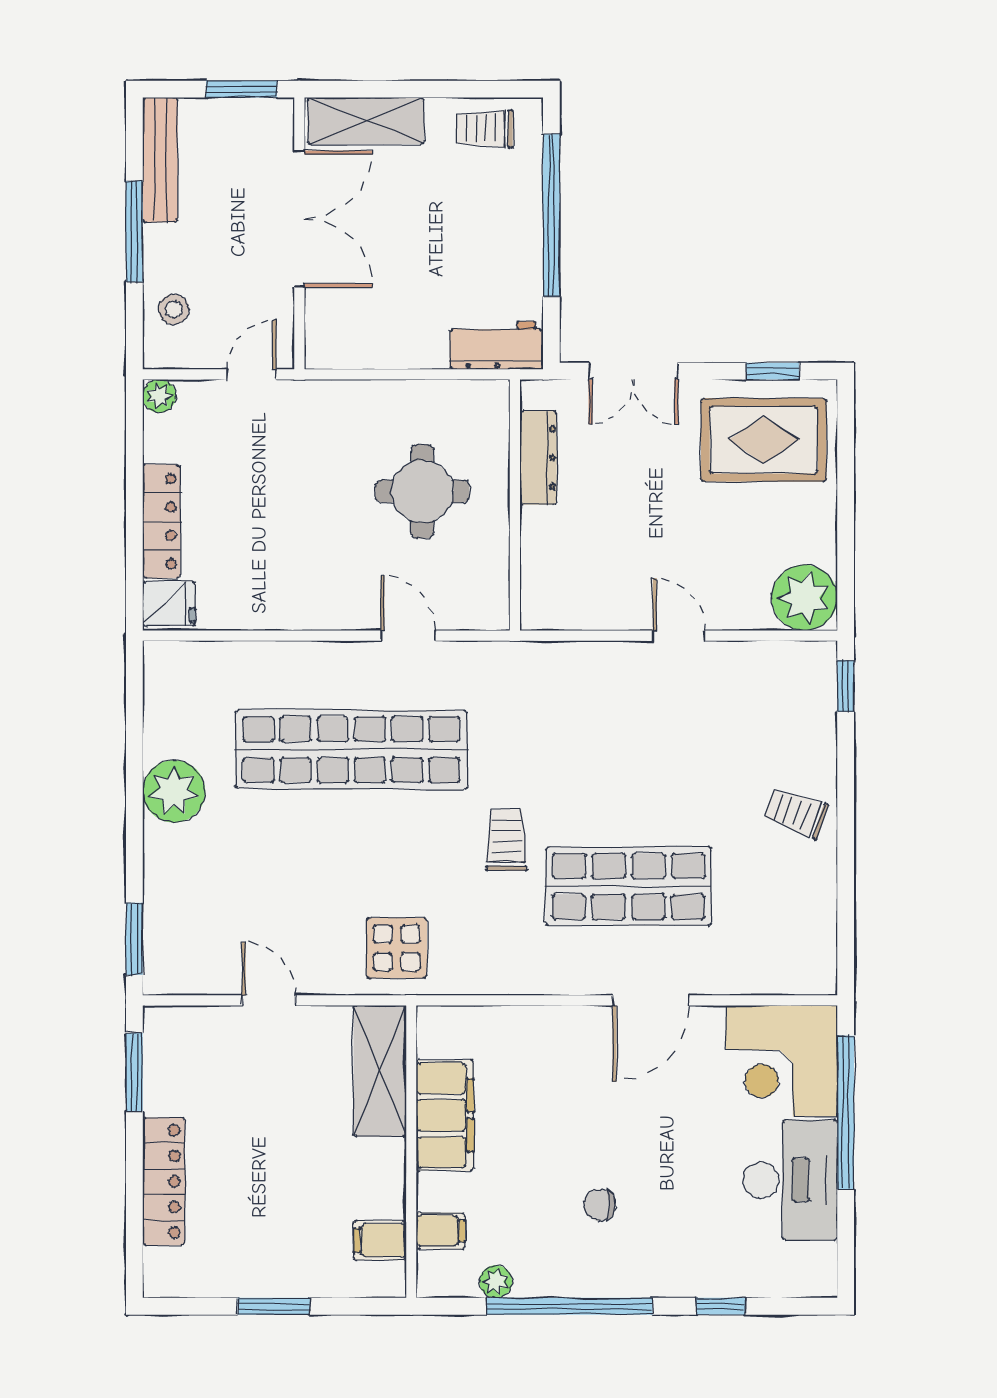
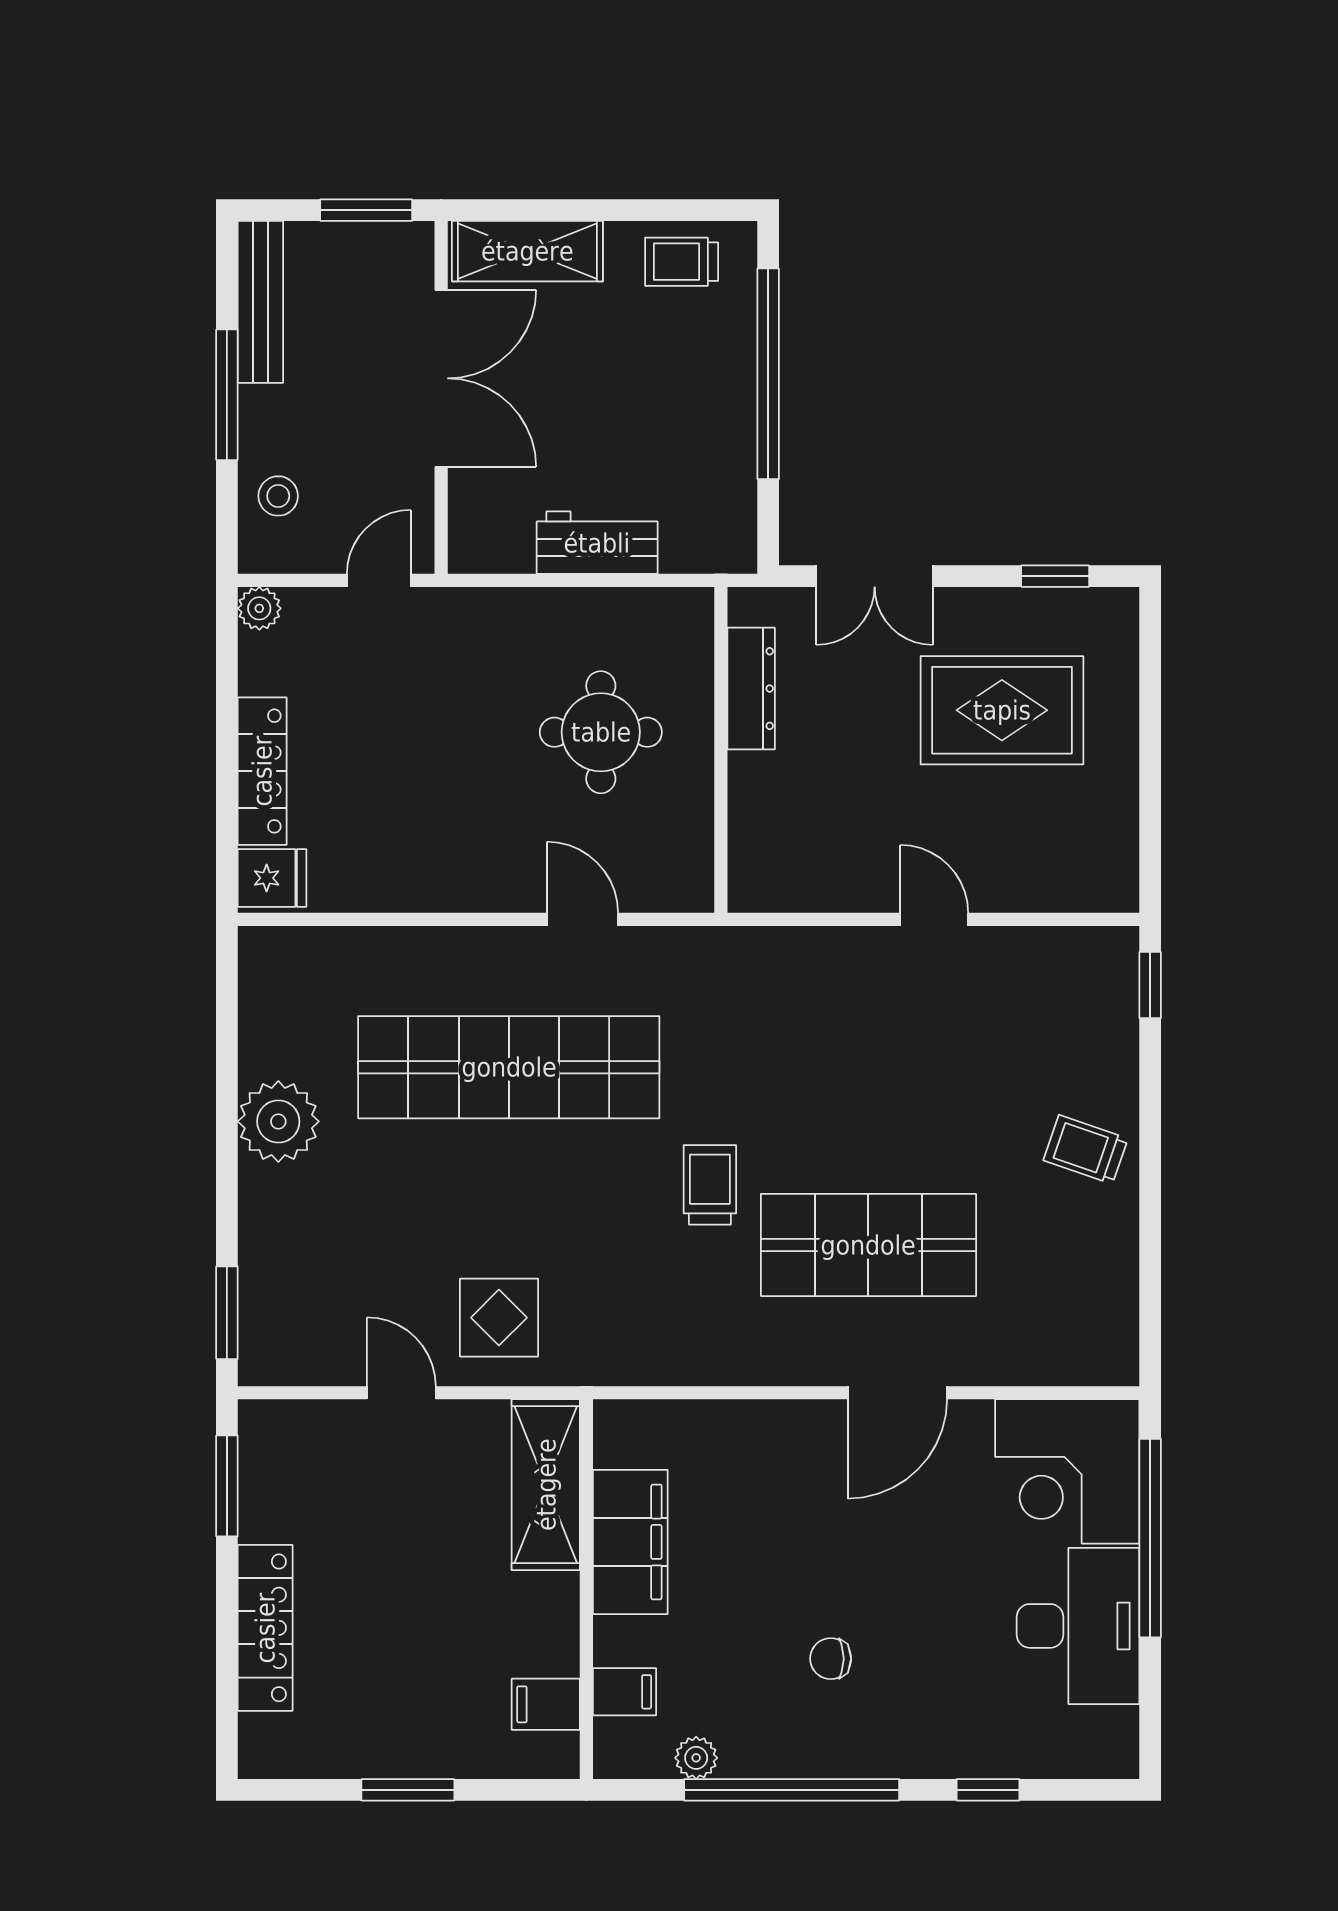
workbench: (496, 345) -> (597, 543), moved
rug: (764, 440) -> (1002, 710), moved
plant: (804, 598) -> (1097, 870), removed
display table: (397, 948) -> (499, 1318), moved

